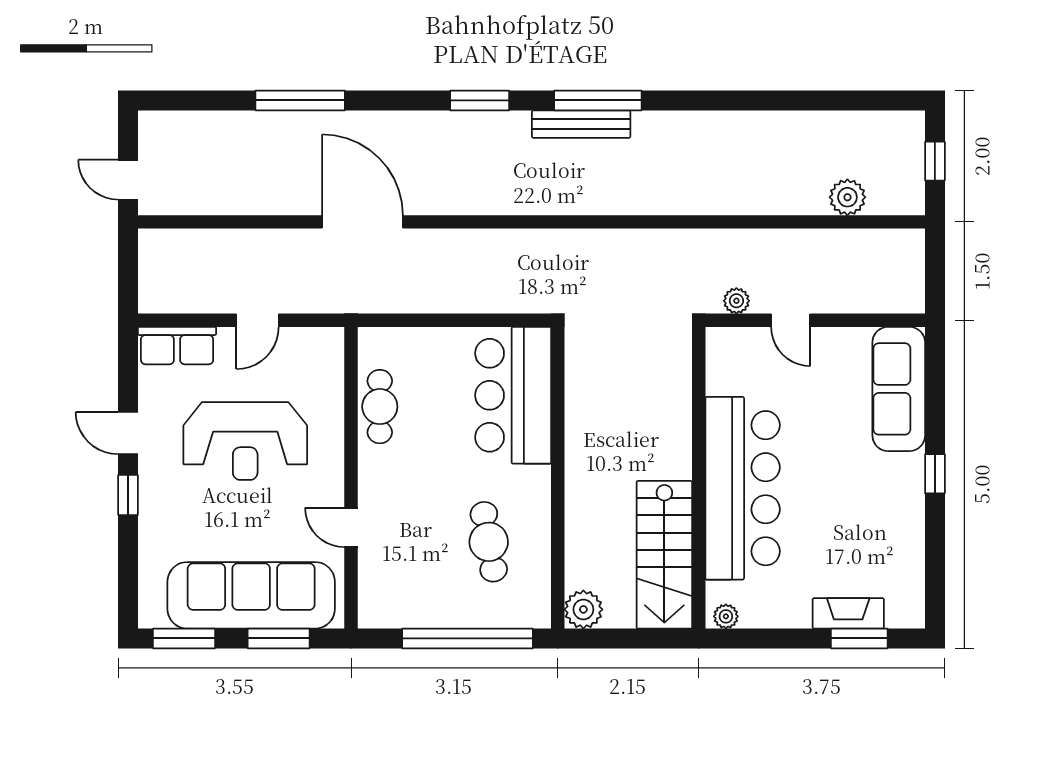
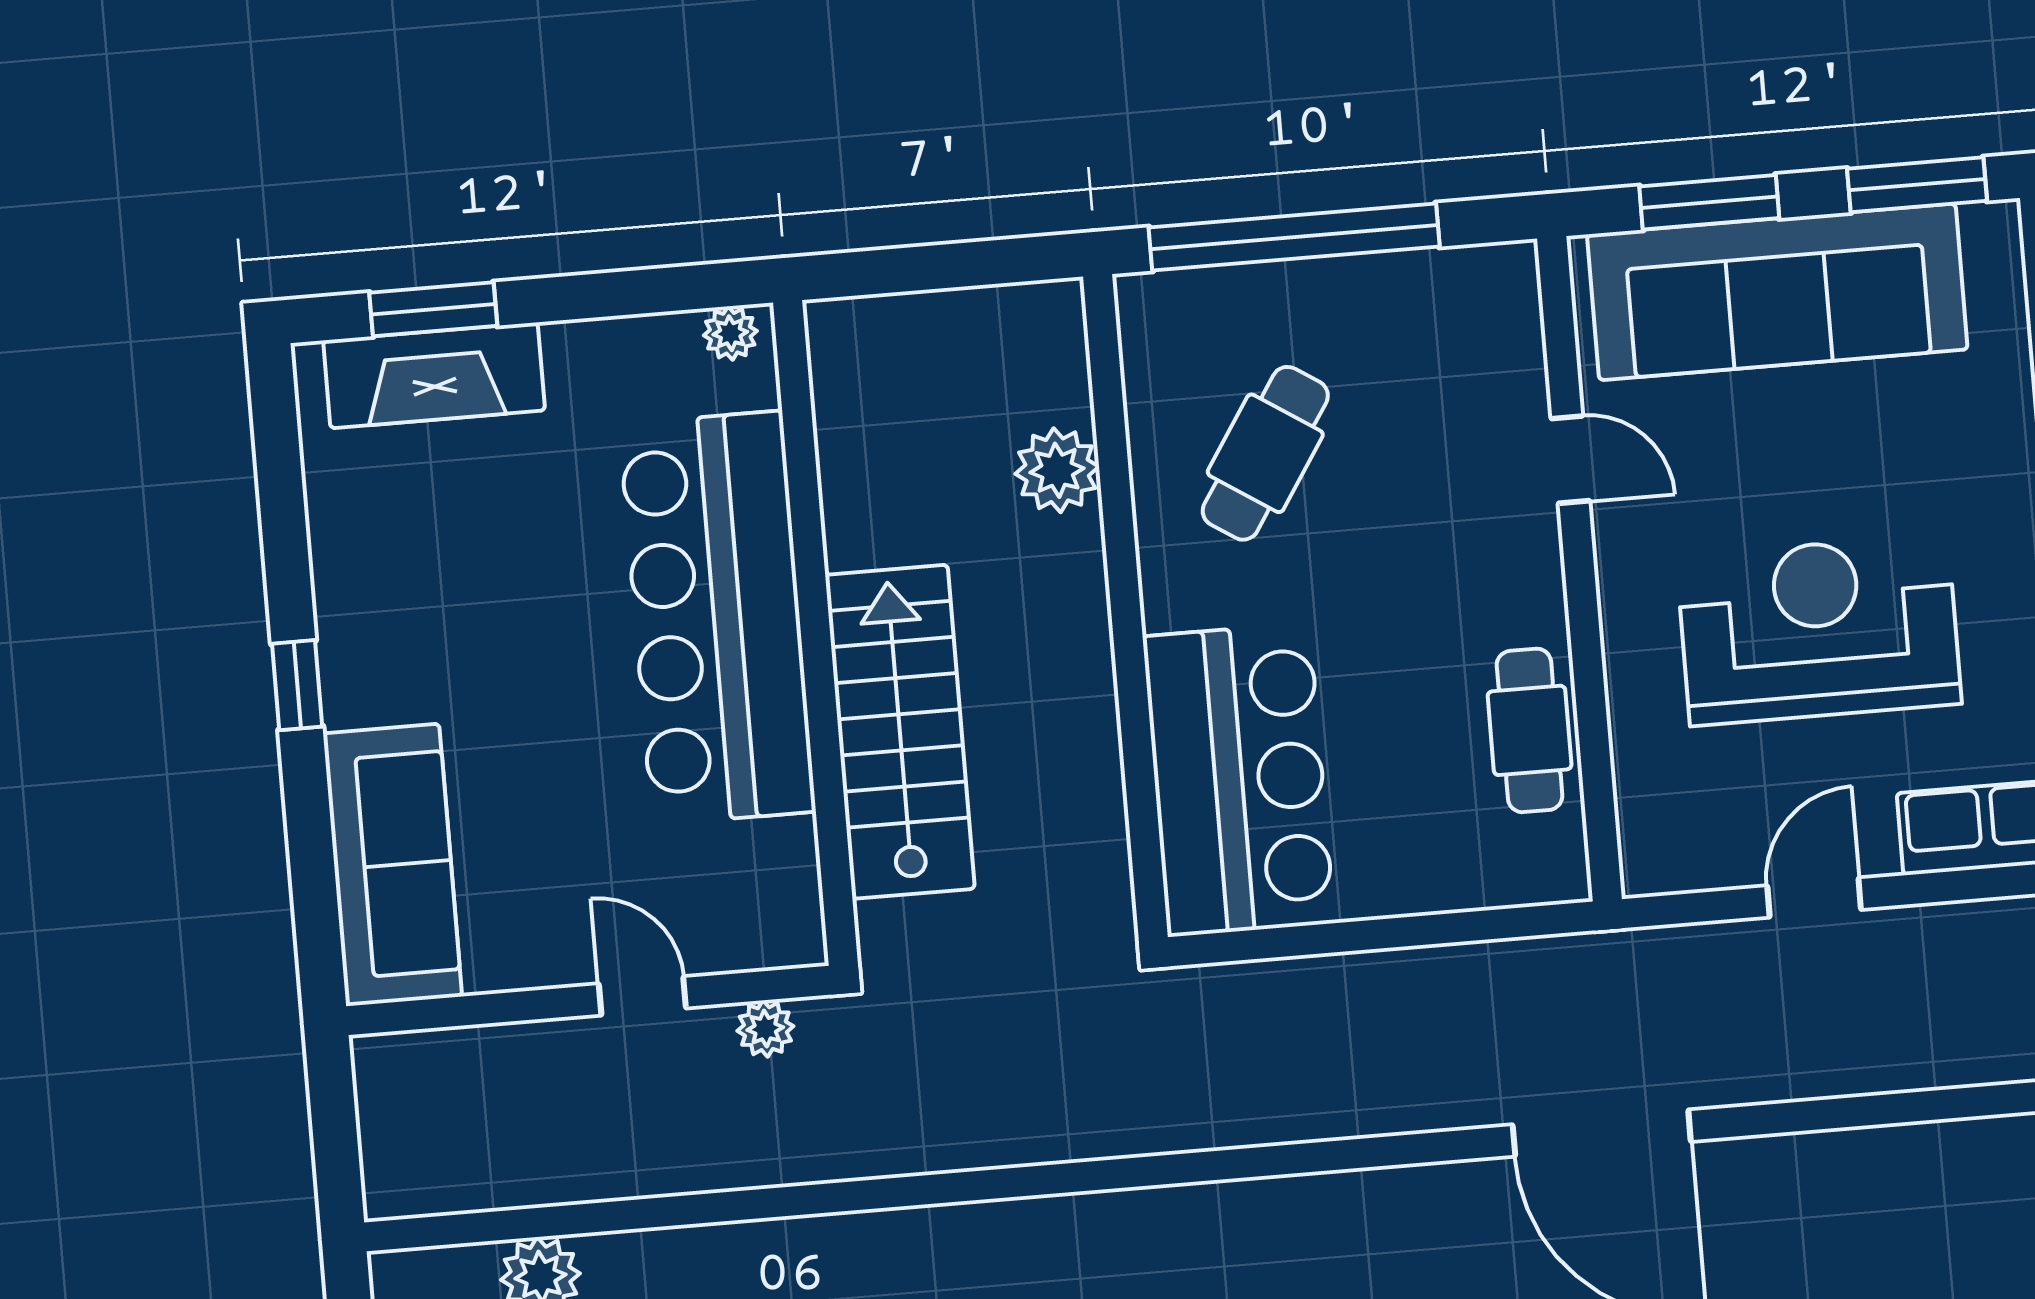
cafe table: (489, 542) -> (1265, 453), turned 43
stairs: (664, 555) -> (900, 732), moved
plant: (583, 609) -> (1057, 470), moved
fireplace: (848, 613) -> (434, 375), width x1.37, depth x1.32

